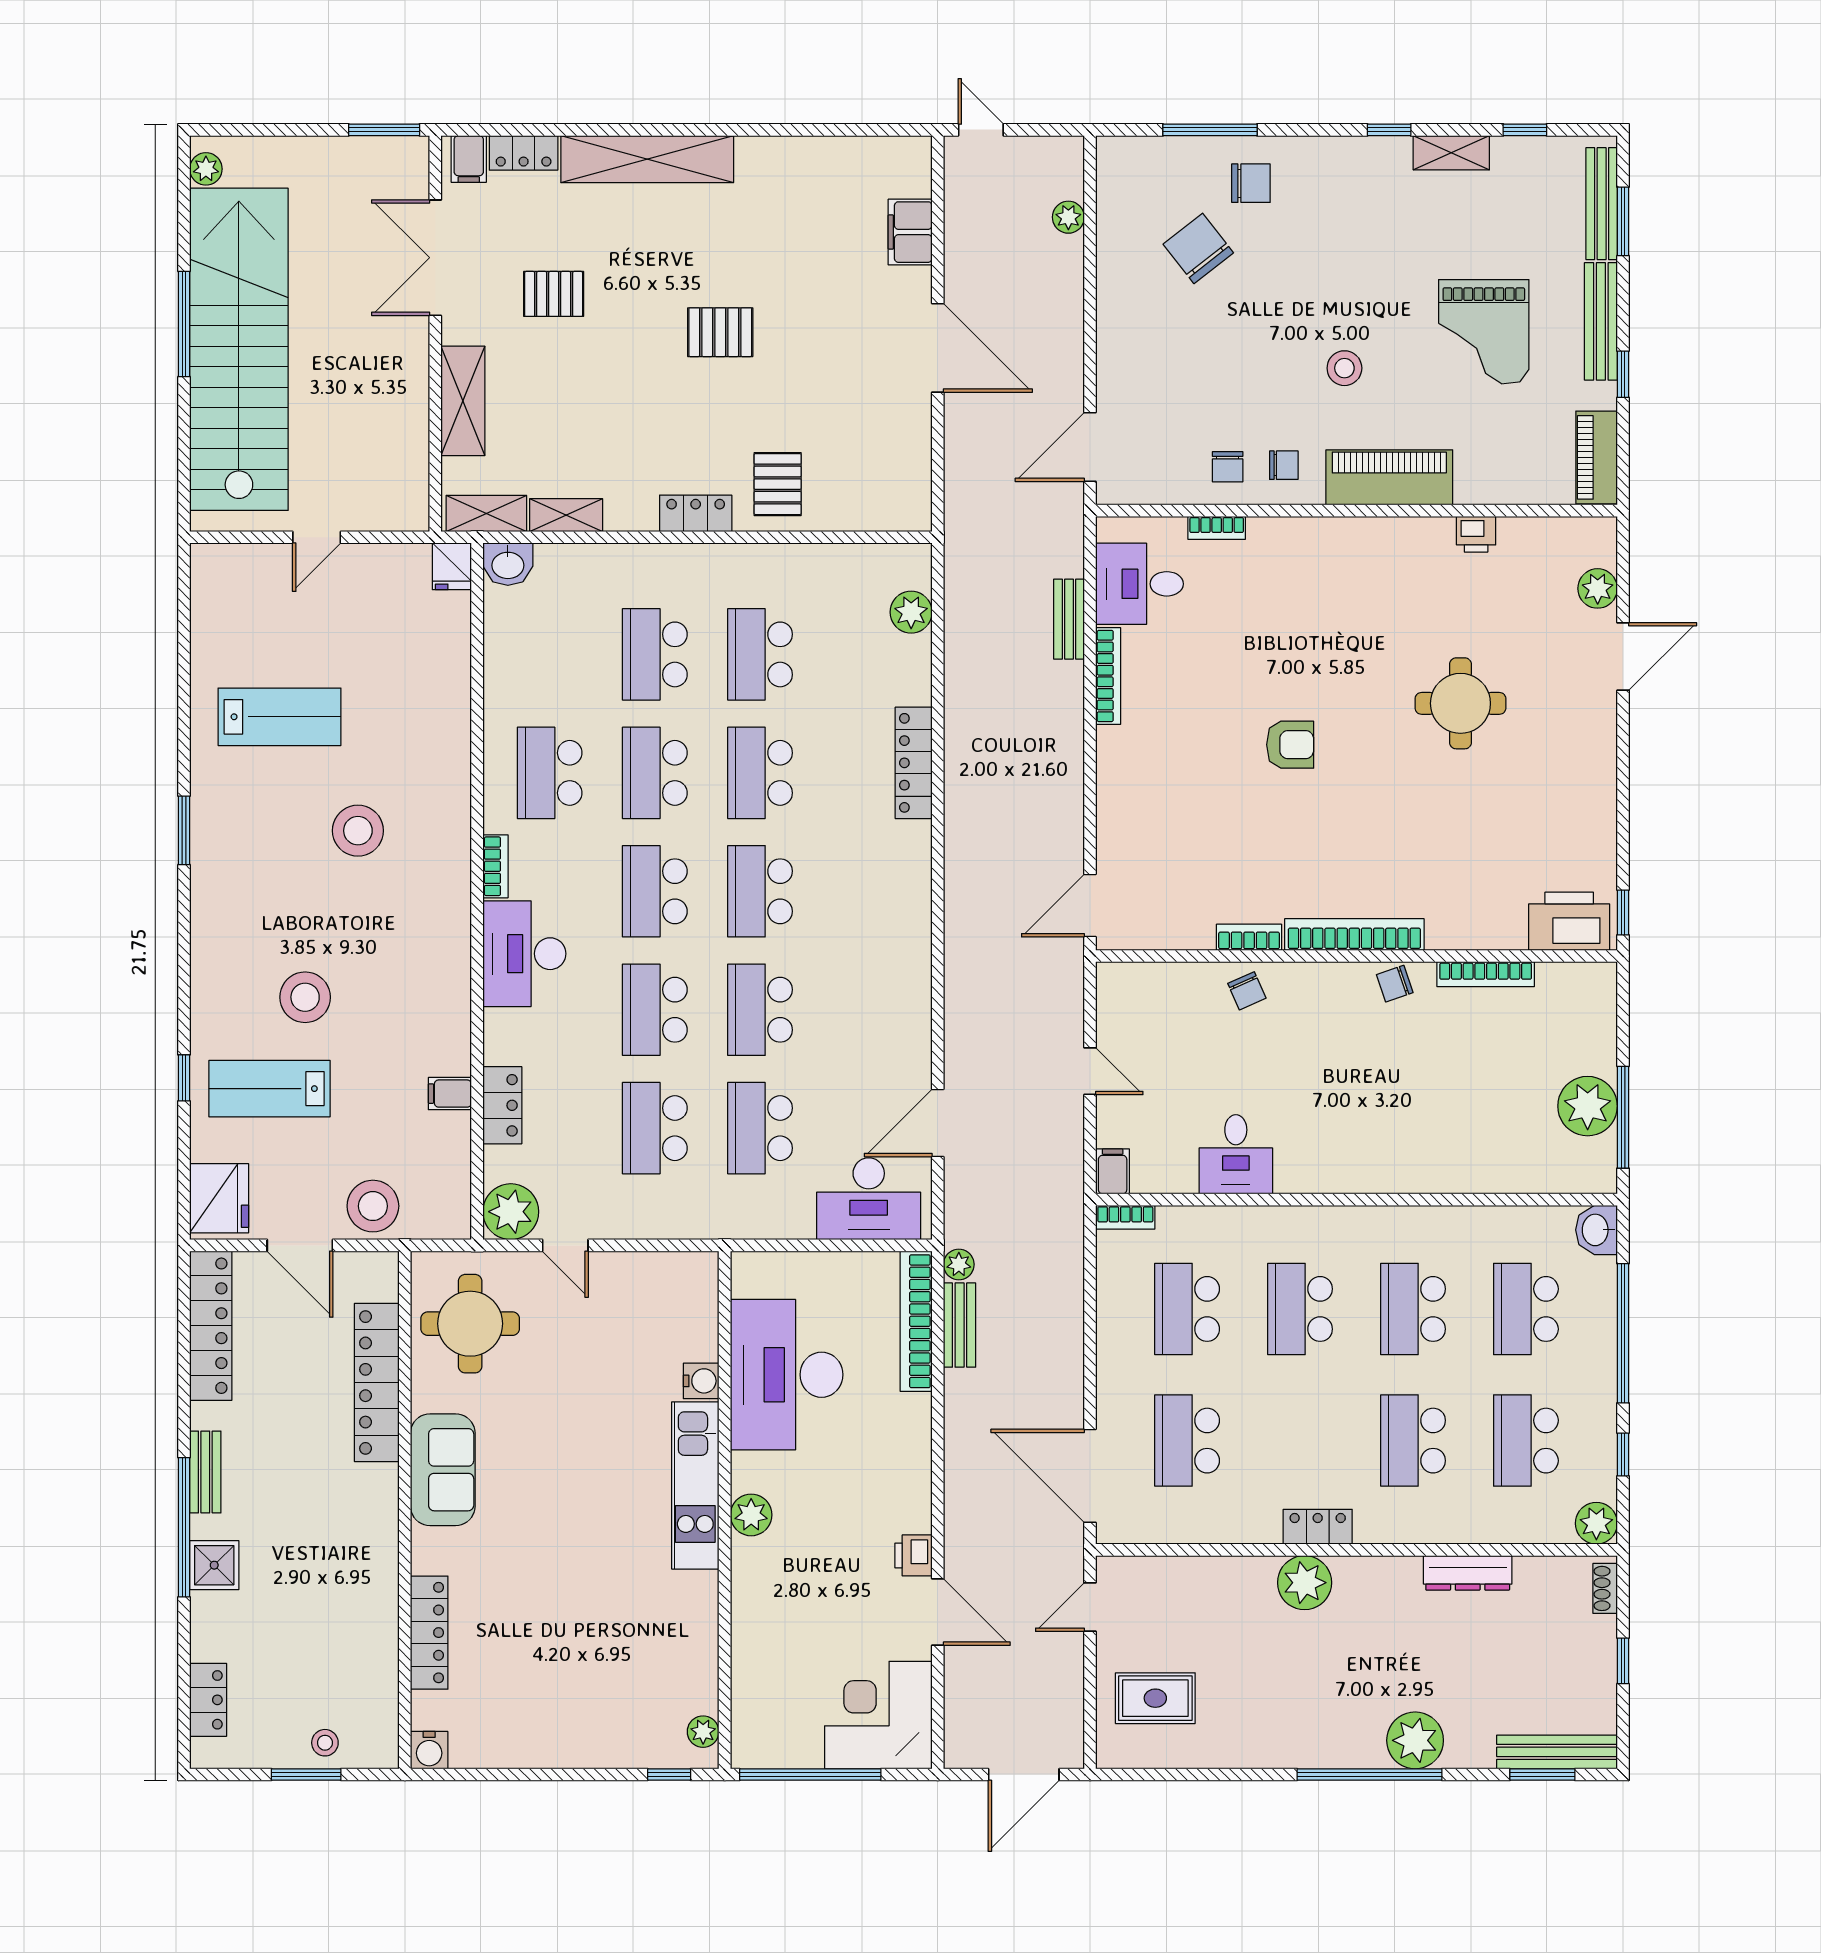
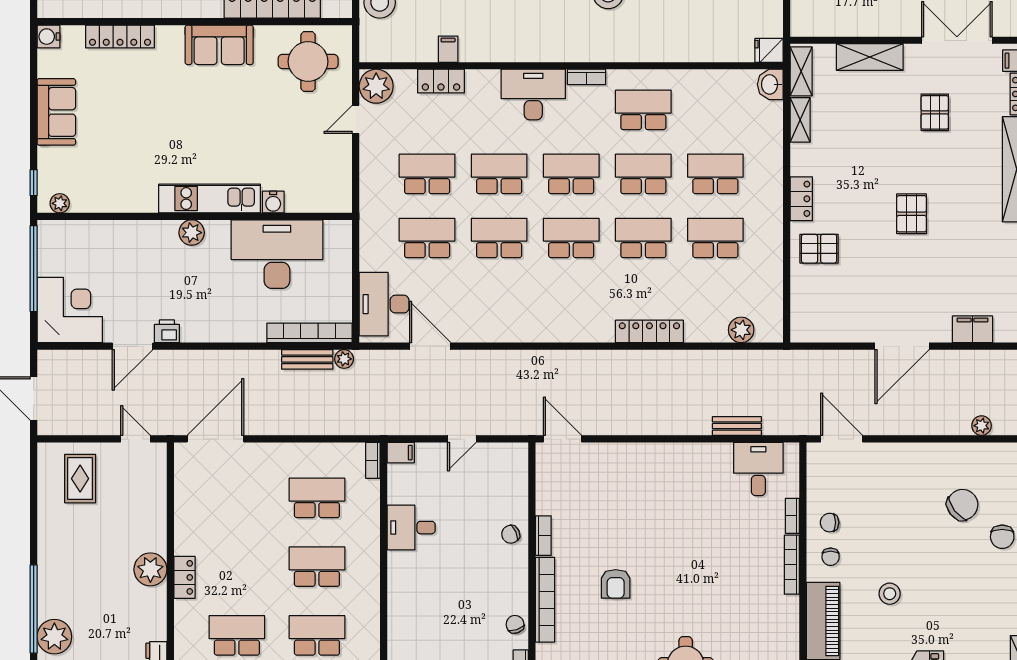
bookcase: (1108, 676) -> (792, 565), moved, turned 90
armchair: (1290, 745) -> (616, 584), moved
school desk: (1187, 1441) -> (237, 498), removed
sofa: (553, 1737) -> (56, 112), added

